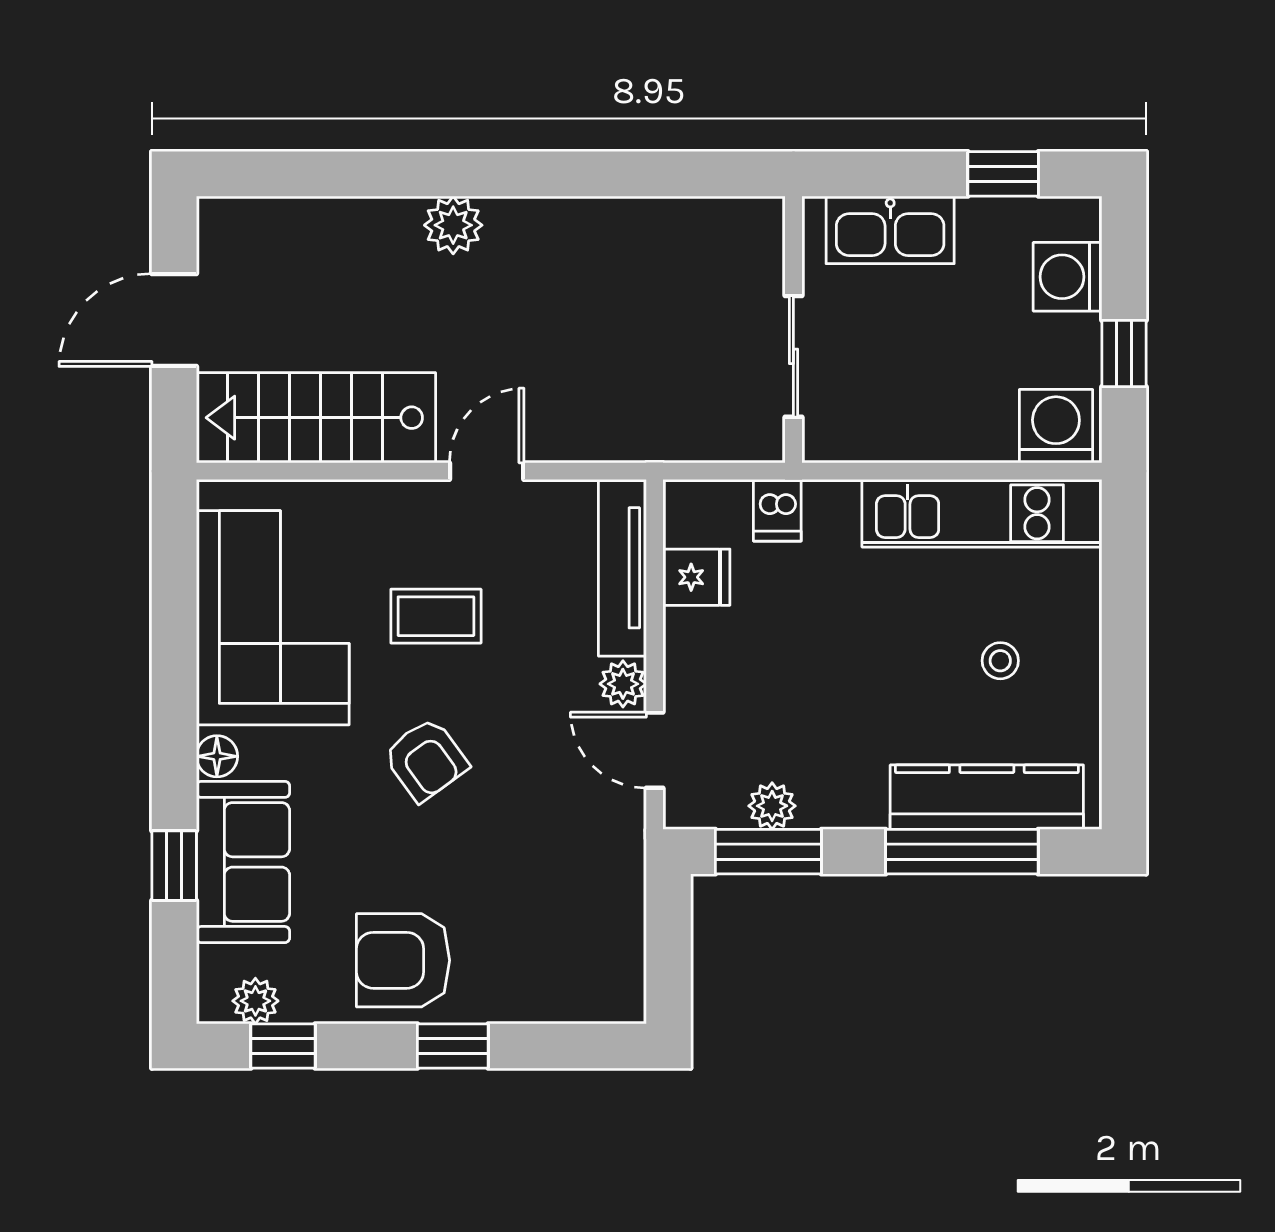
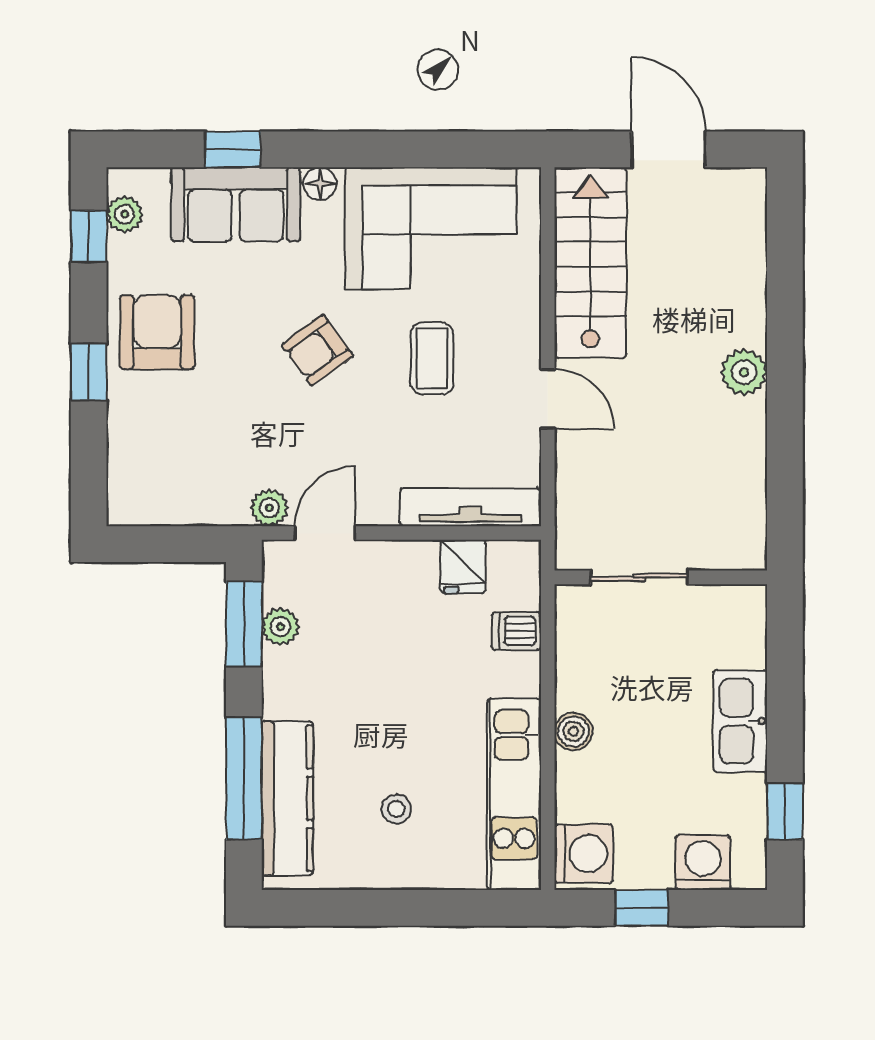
wall: (793, 329) -> (661, 577), moved
sliding door: (793, 356) -> (639, 577), moved
boiler: (903, 439) -> (573, 731), added
plant: (623, 684) -> (269, 508), moved

